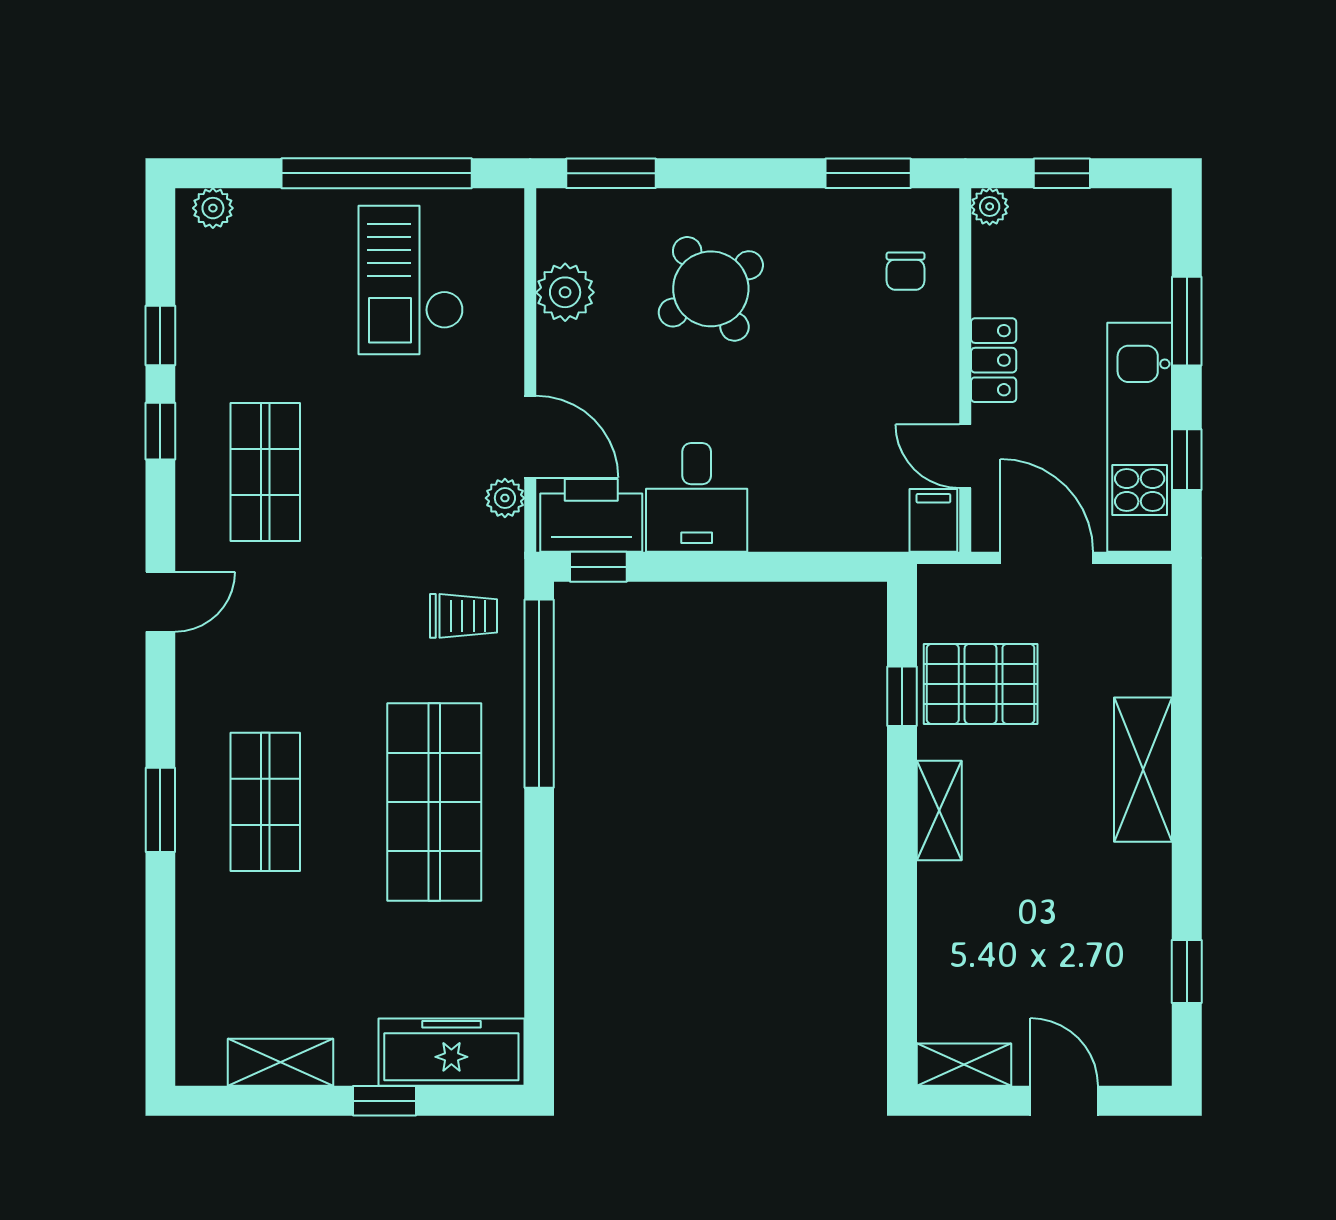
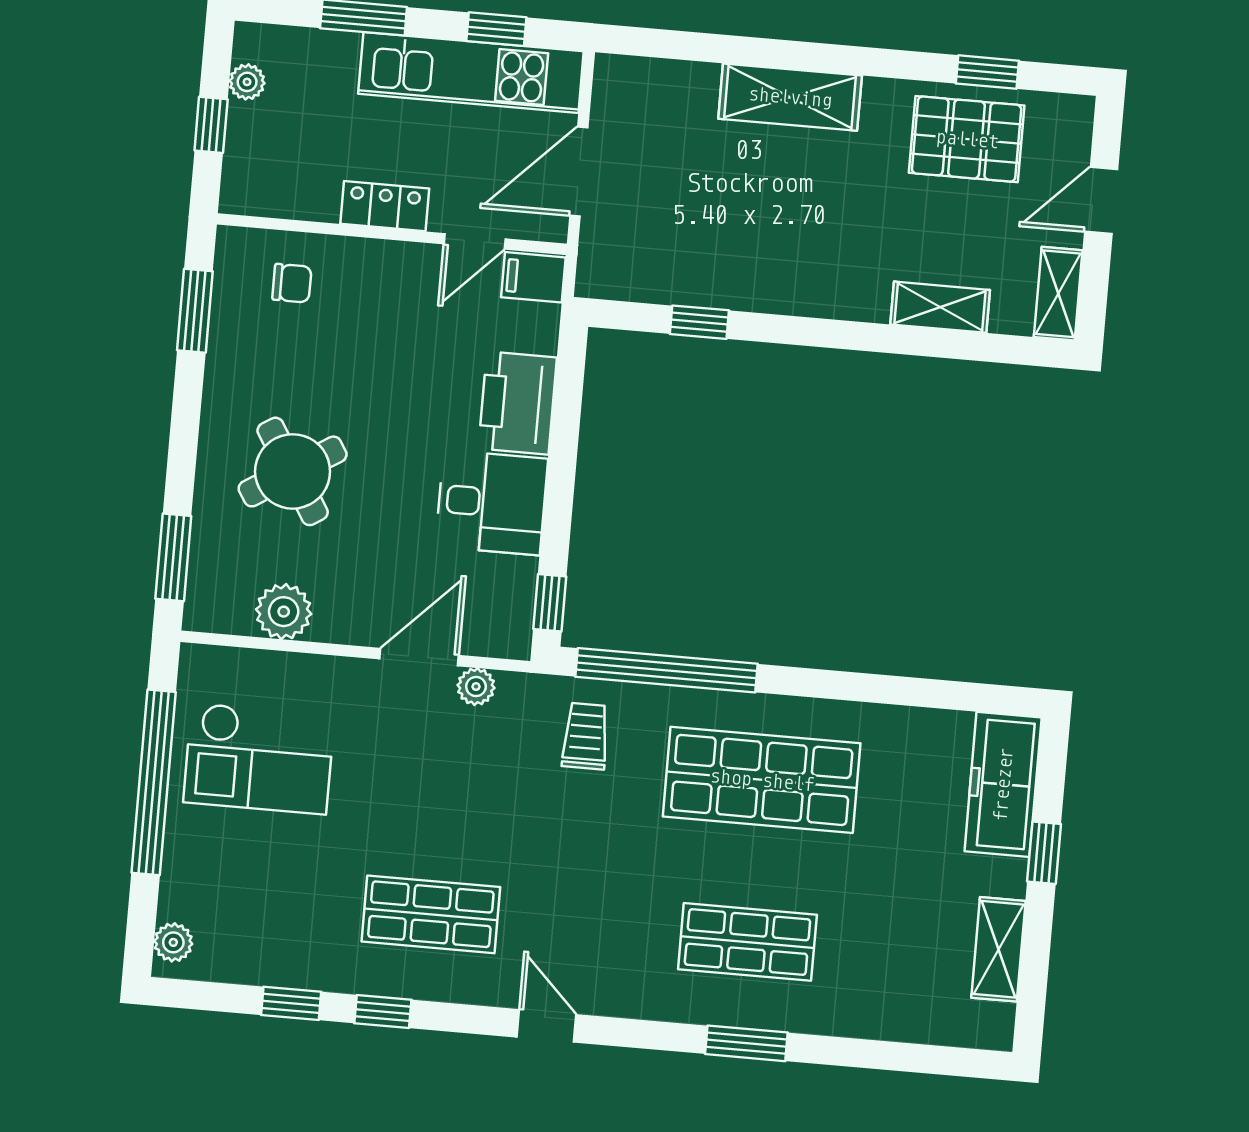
plant: (990, 207) -> (247, 82), moved
printer: (591, 515) -> (518, 403), moved
pallet: (981, 684) -> (967, 139), moved, turned 90
shelving: (939, 810) -> (940, 307), moved

